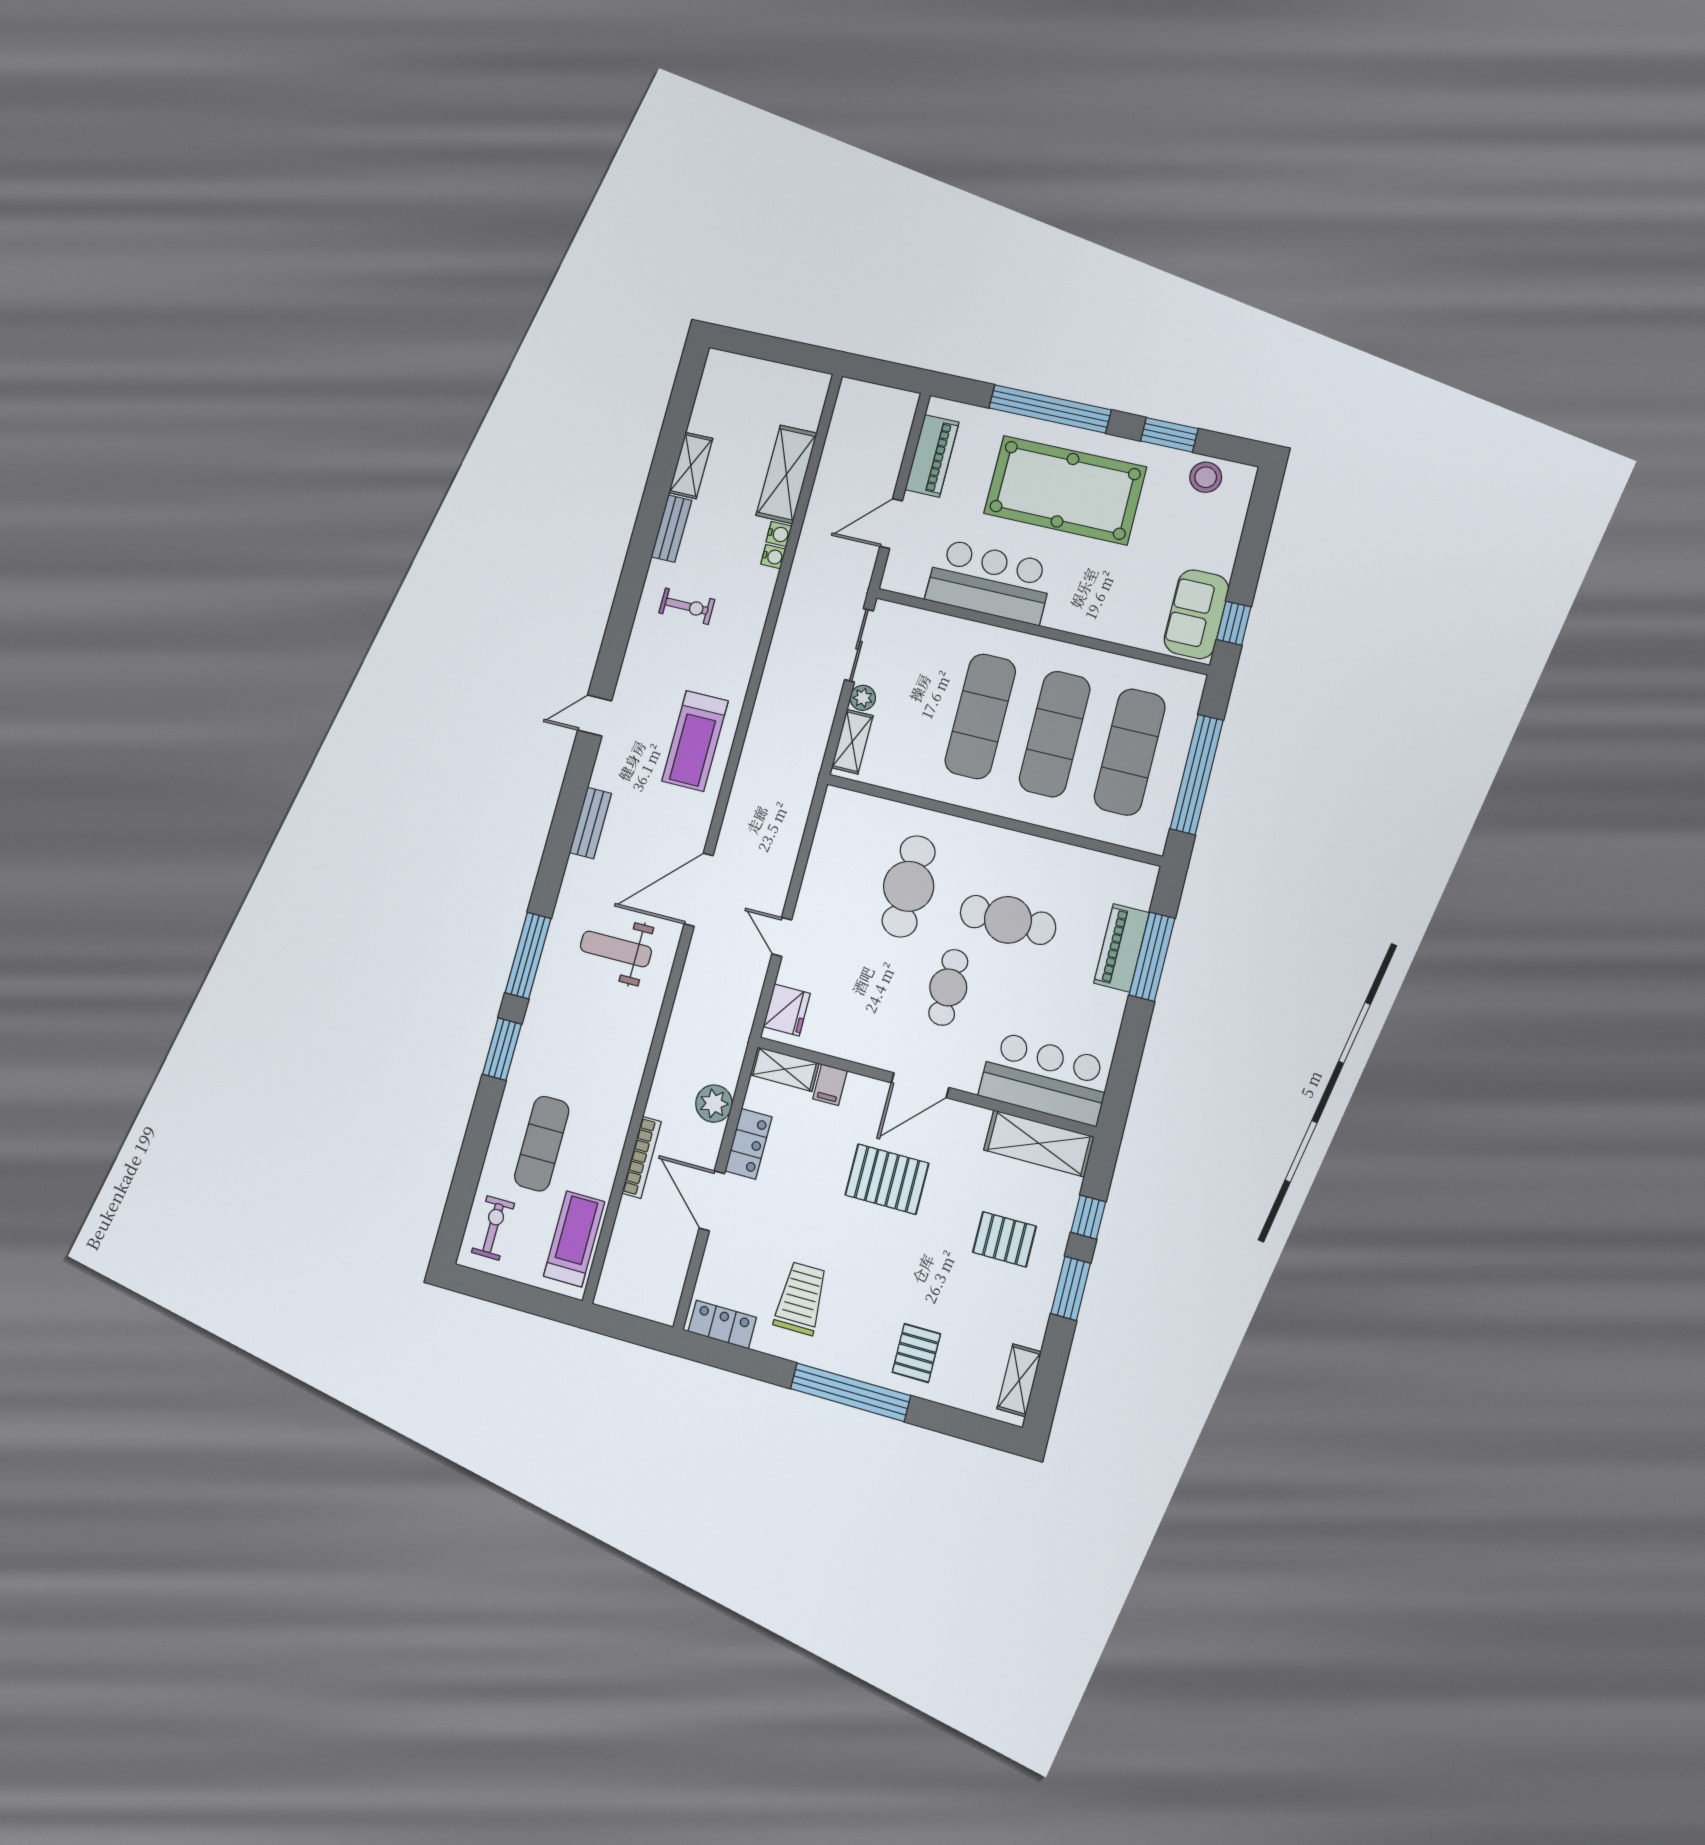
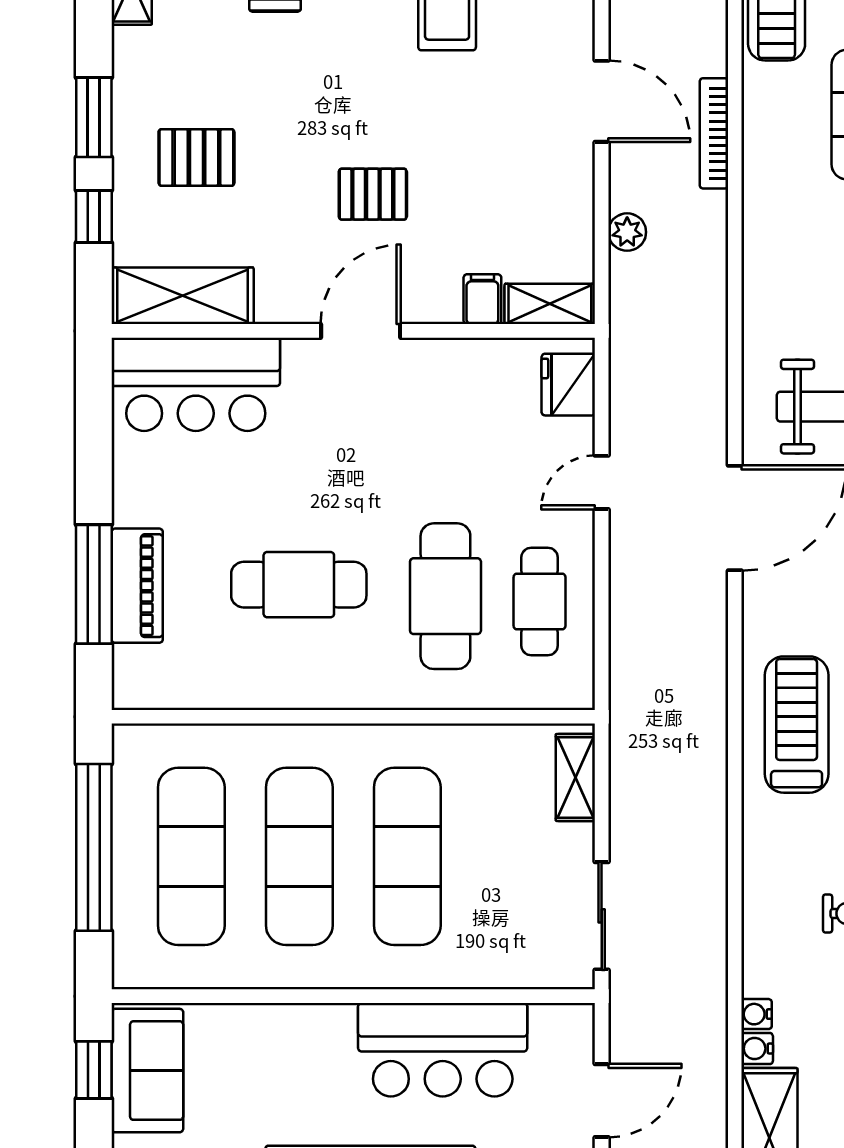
plant: (863, 698) -> (577, 843), removed
door: (782, 937) -> (602, 482), swing flipped
cafe table: (948, 987) -> (540, 601), moved
plant: (714, 1104) -> (627, 232), width x0.73, depth x0.73
locker: (748, 1144) -> (572, 191), removed
pallet: (887, 1179) -> (373, 194), width x0.67, depth x0.71

